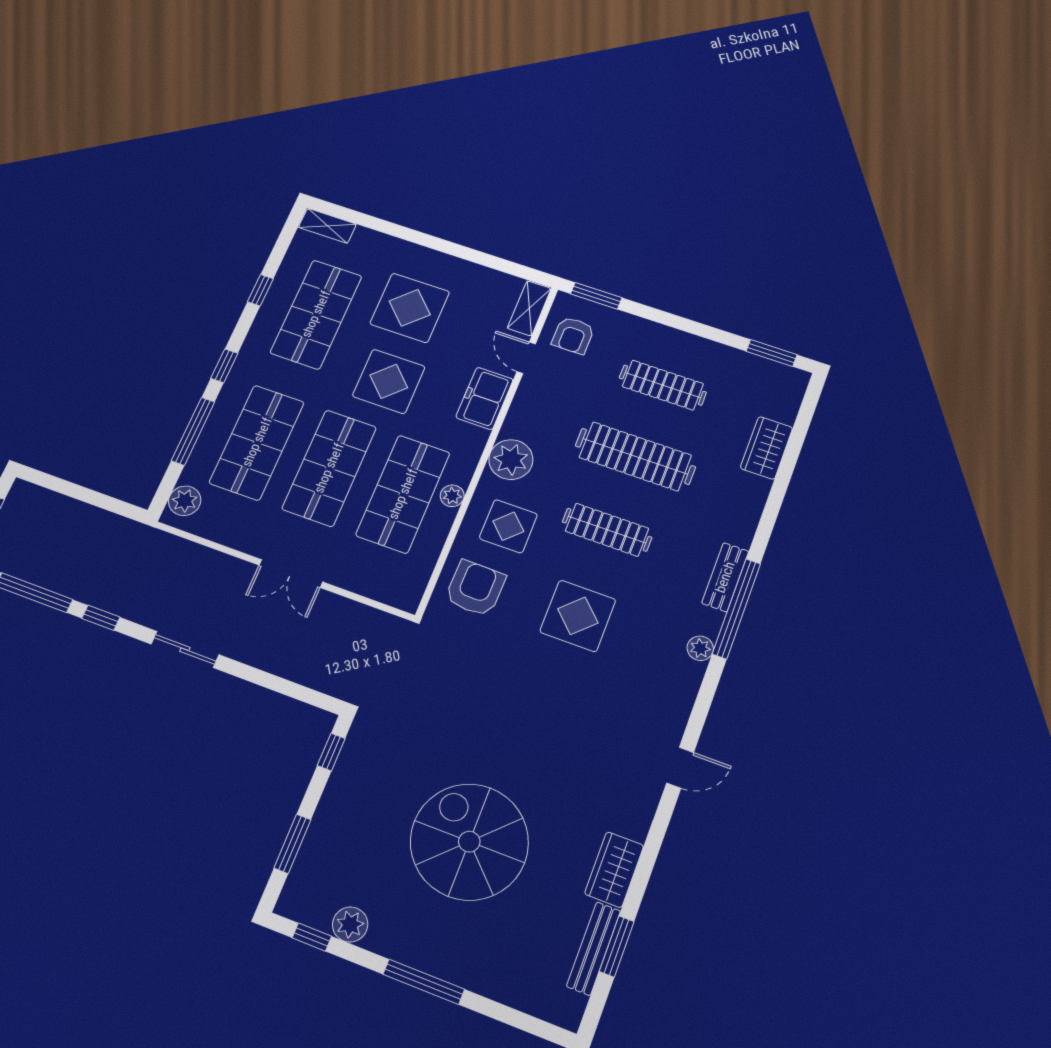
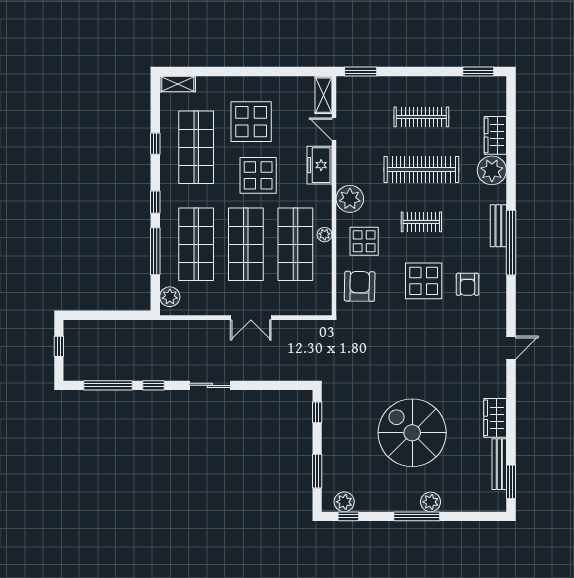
armchair: (573, 335) -> (468, 284), moved
clothes rail: (607, 530) -> (421, 222), width x0.73
plant: (700, 648) -> (492, 170), moved, width x1.88, depth x1.88
plant: (350, 924) -> (344, 502), moved
window: (617, 946) -> (511, 482), moved
plant: (456, 966) -> (431, 502), added

